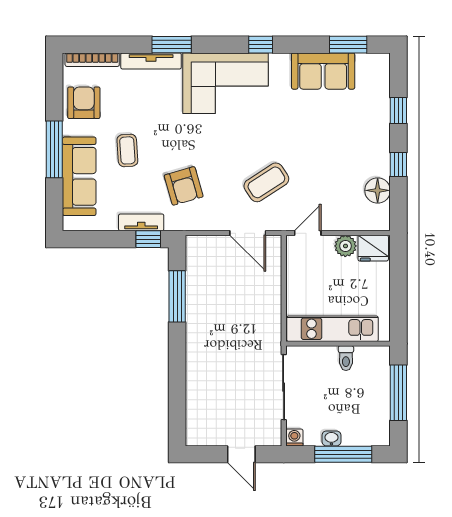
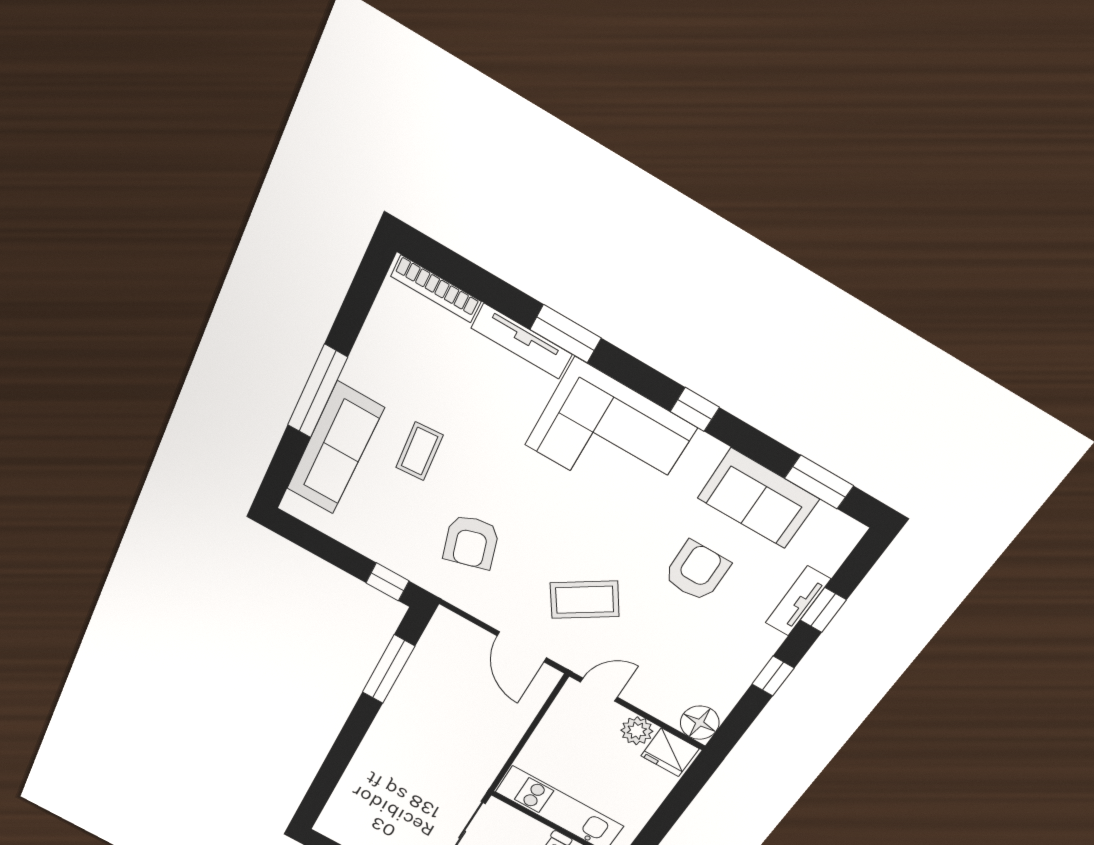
armchair: (84, 103) -> (697, 571), moved
floor lamp: (378, 190) -> (700, 723), moved
tv unit: (141, 222) -> (798, 601), moved, turned -90

